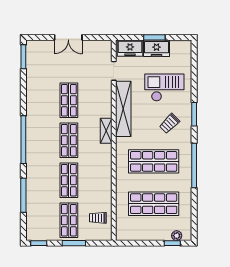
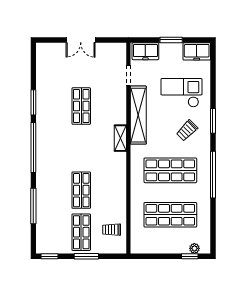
freezer: (157, 48) -> (197, 51), moved
window: (23, 57) -> (33, 102), moved
shop shelf: (69, 140) -> (81, 148), removed

